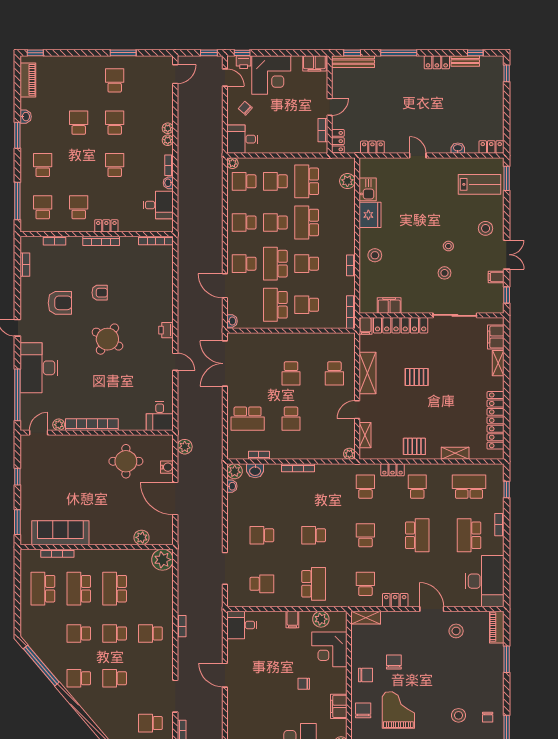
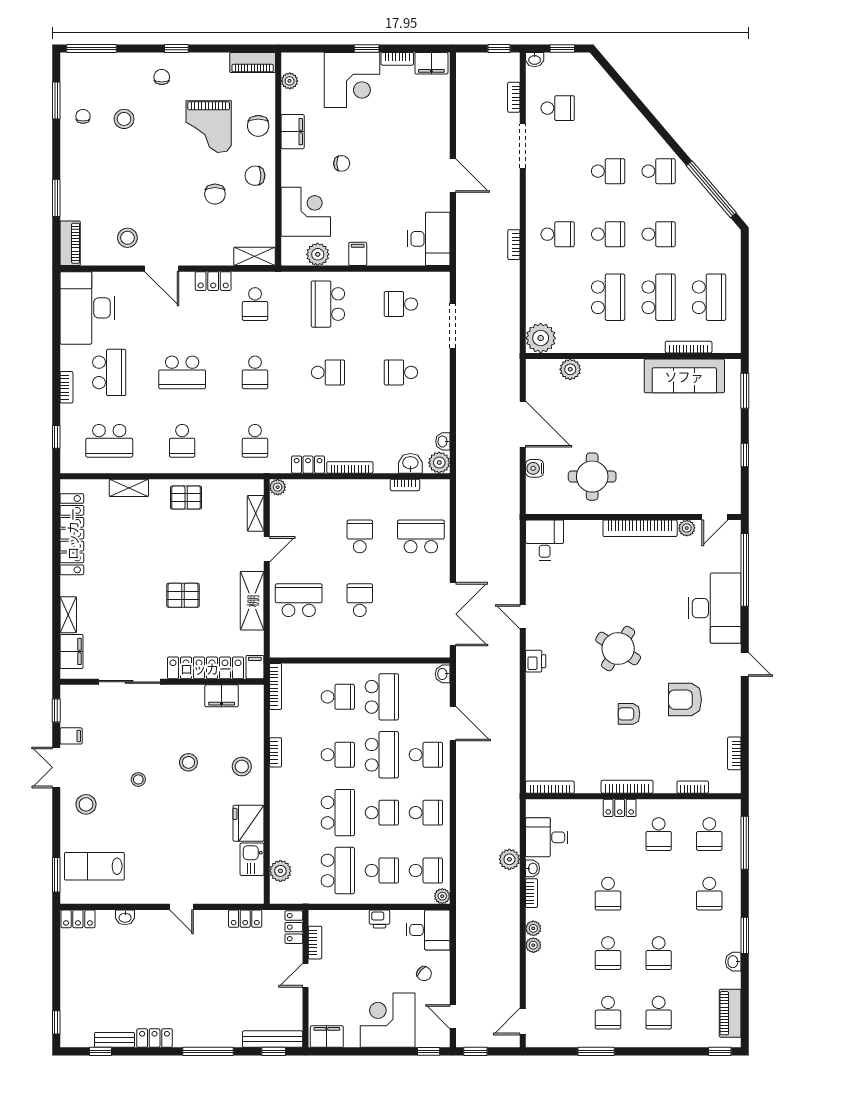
printer: (244, 62) -> (380, 919), moved, turned 180
school desk: (79, 80) -> (659, 1013), added
stool: (444, 273) -> (188, 762), moved
school desk: (334, 373) -> (299, 600), width x1.85
plant: (185, 447) -> (509, 859), moved
locker: (393, 470) -> (308, 465), moved
school desk: (262, 535) -> (401, 372), turned 180
school desk: (417, 535) -> (182, 372), turned -90
desk: (242, 625) -> (429, 239), width x1.37

